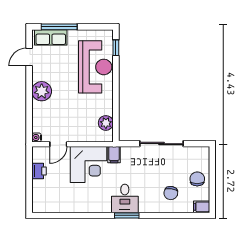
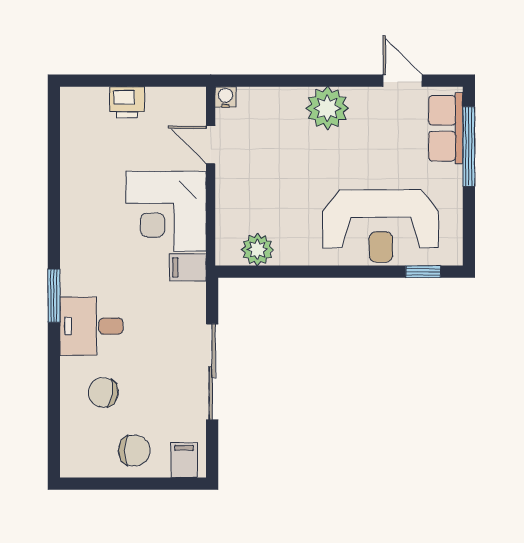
printer: (39, 171) -> (127, 102), moved
desk: (125, 198) -> (91, 326), moved
filing cabinet: (202, 207) -> (184, 460), moved

